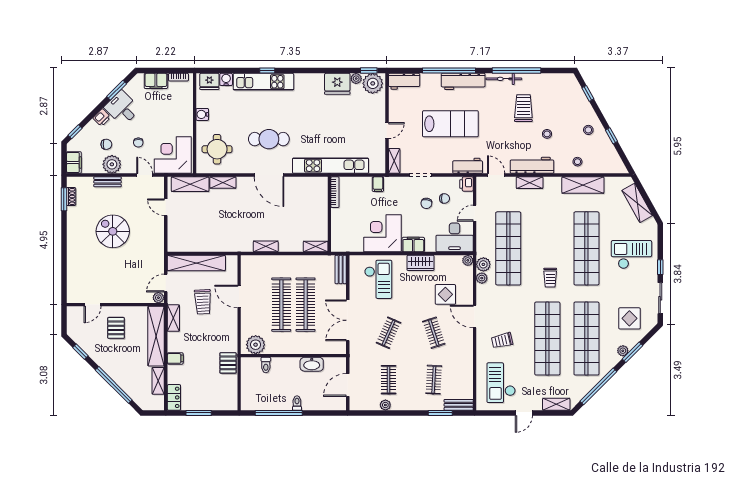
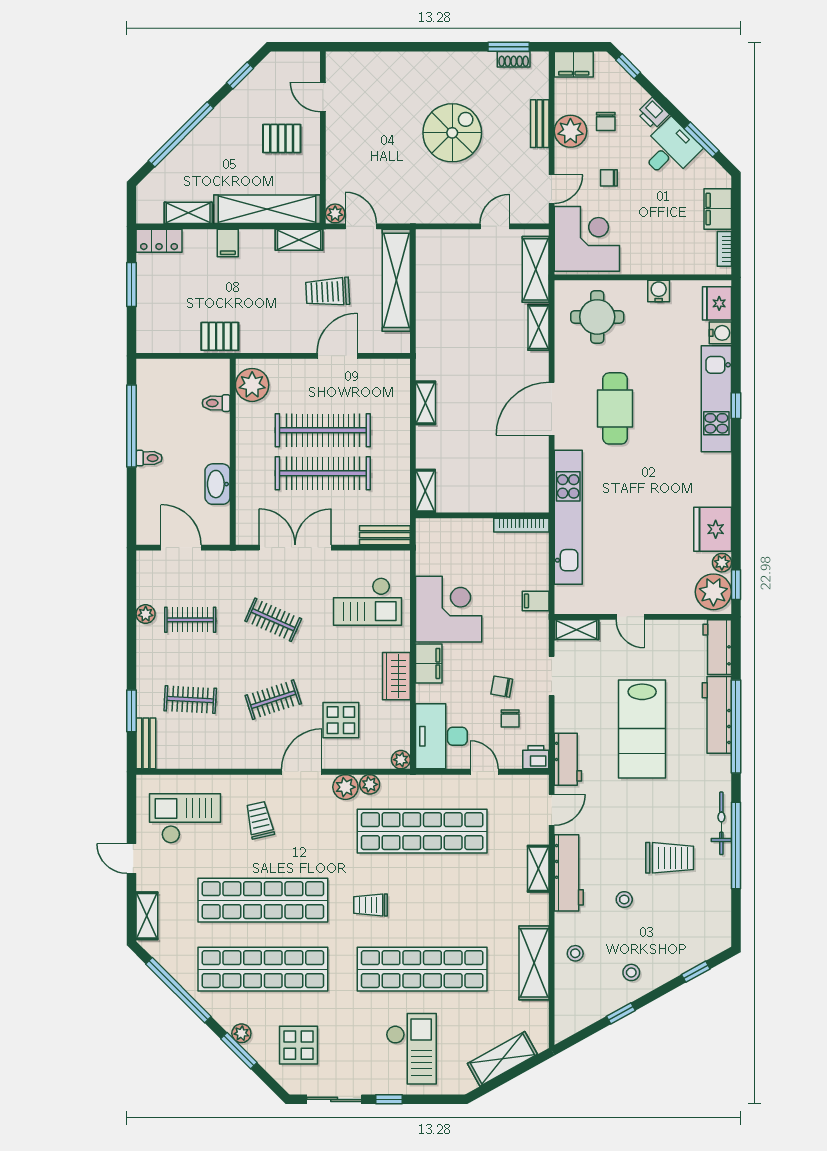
workbench: (463, 81) -> (717, 715), moved
plant: (483, 264) -> (345, 787), moved

